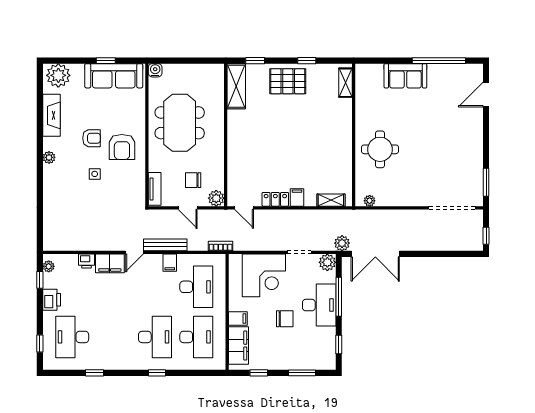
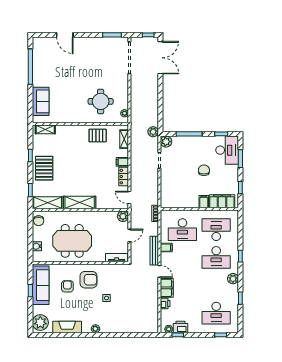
water cooler: (155, 70) -> (37, 246), moved
sofa: (405, 76) -> (41, 101), moved
door: (486, 95) -> (65, 35), moved
shelving: (237, 134) -> (80, 202), added
armchair: (91, 138) -> (67, 286), moved
round table: (380, 149) -> (101, 101), moved
pallet: (336, 161) -> (98, 135), added
chair: (193, 180) -> (39, 221), moved
door: (244, 208) -> (129, 198), swing flipped
double door: (375, 254) -> (160, 58), moved
corner desk: (264, 275) -> (175, 184), removed
desk: (196, 287) -> (182, 230), turned 180
printer: (52, 300) -> (180, 327), moved
desk: (319, 305) -> (227, 150), moved, turned 90
desk: (155, 337) -> (216, 257), turned 180
plant: (124, 362) -> (233, 279), added

